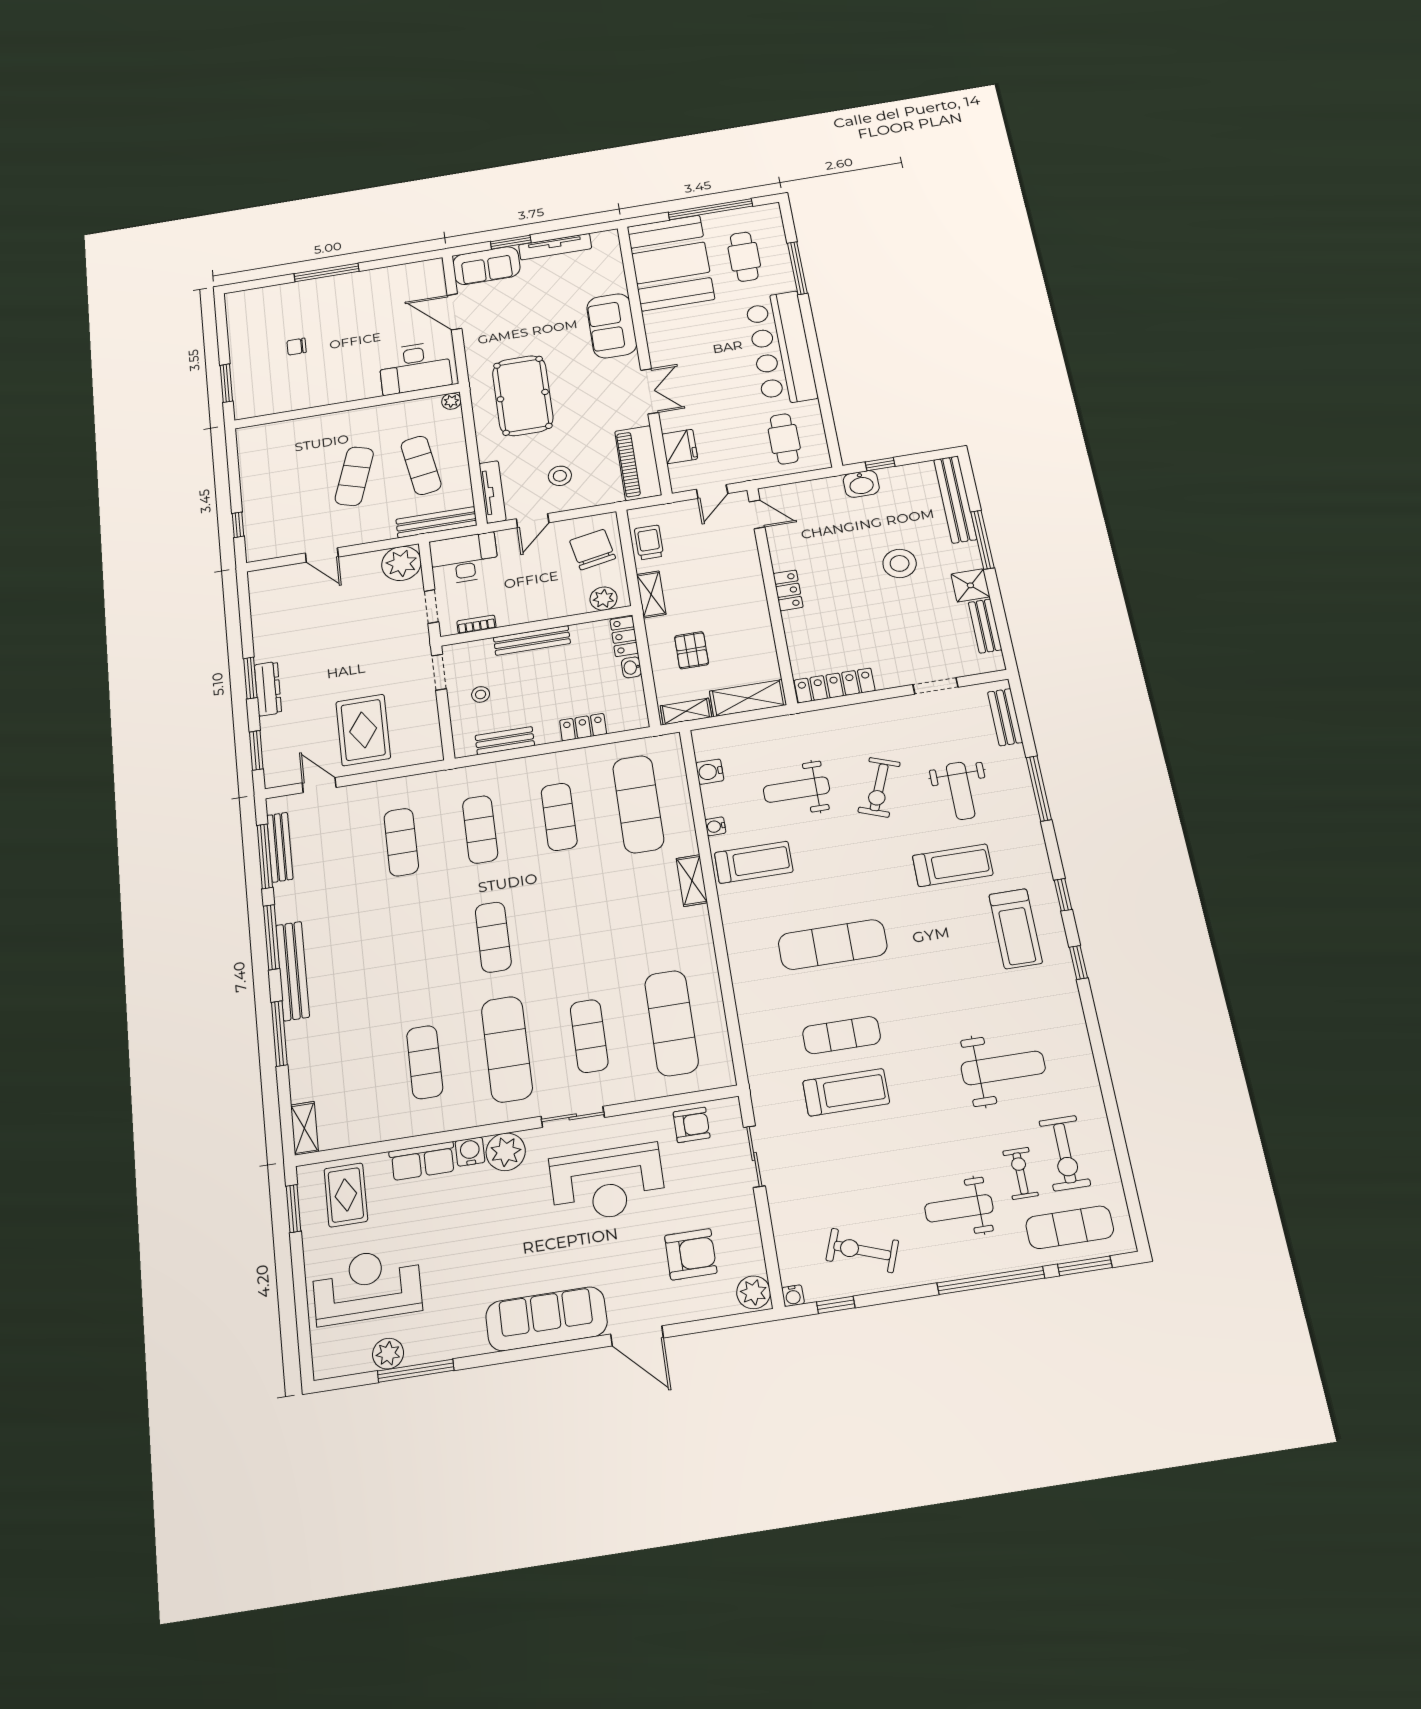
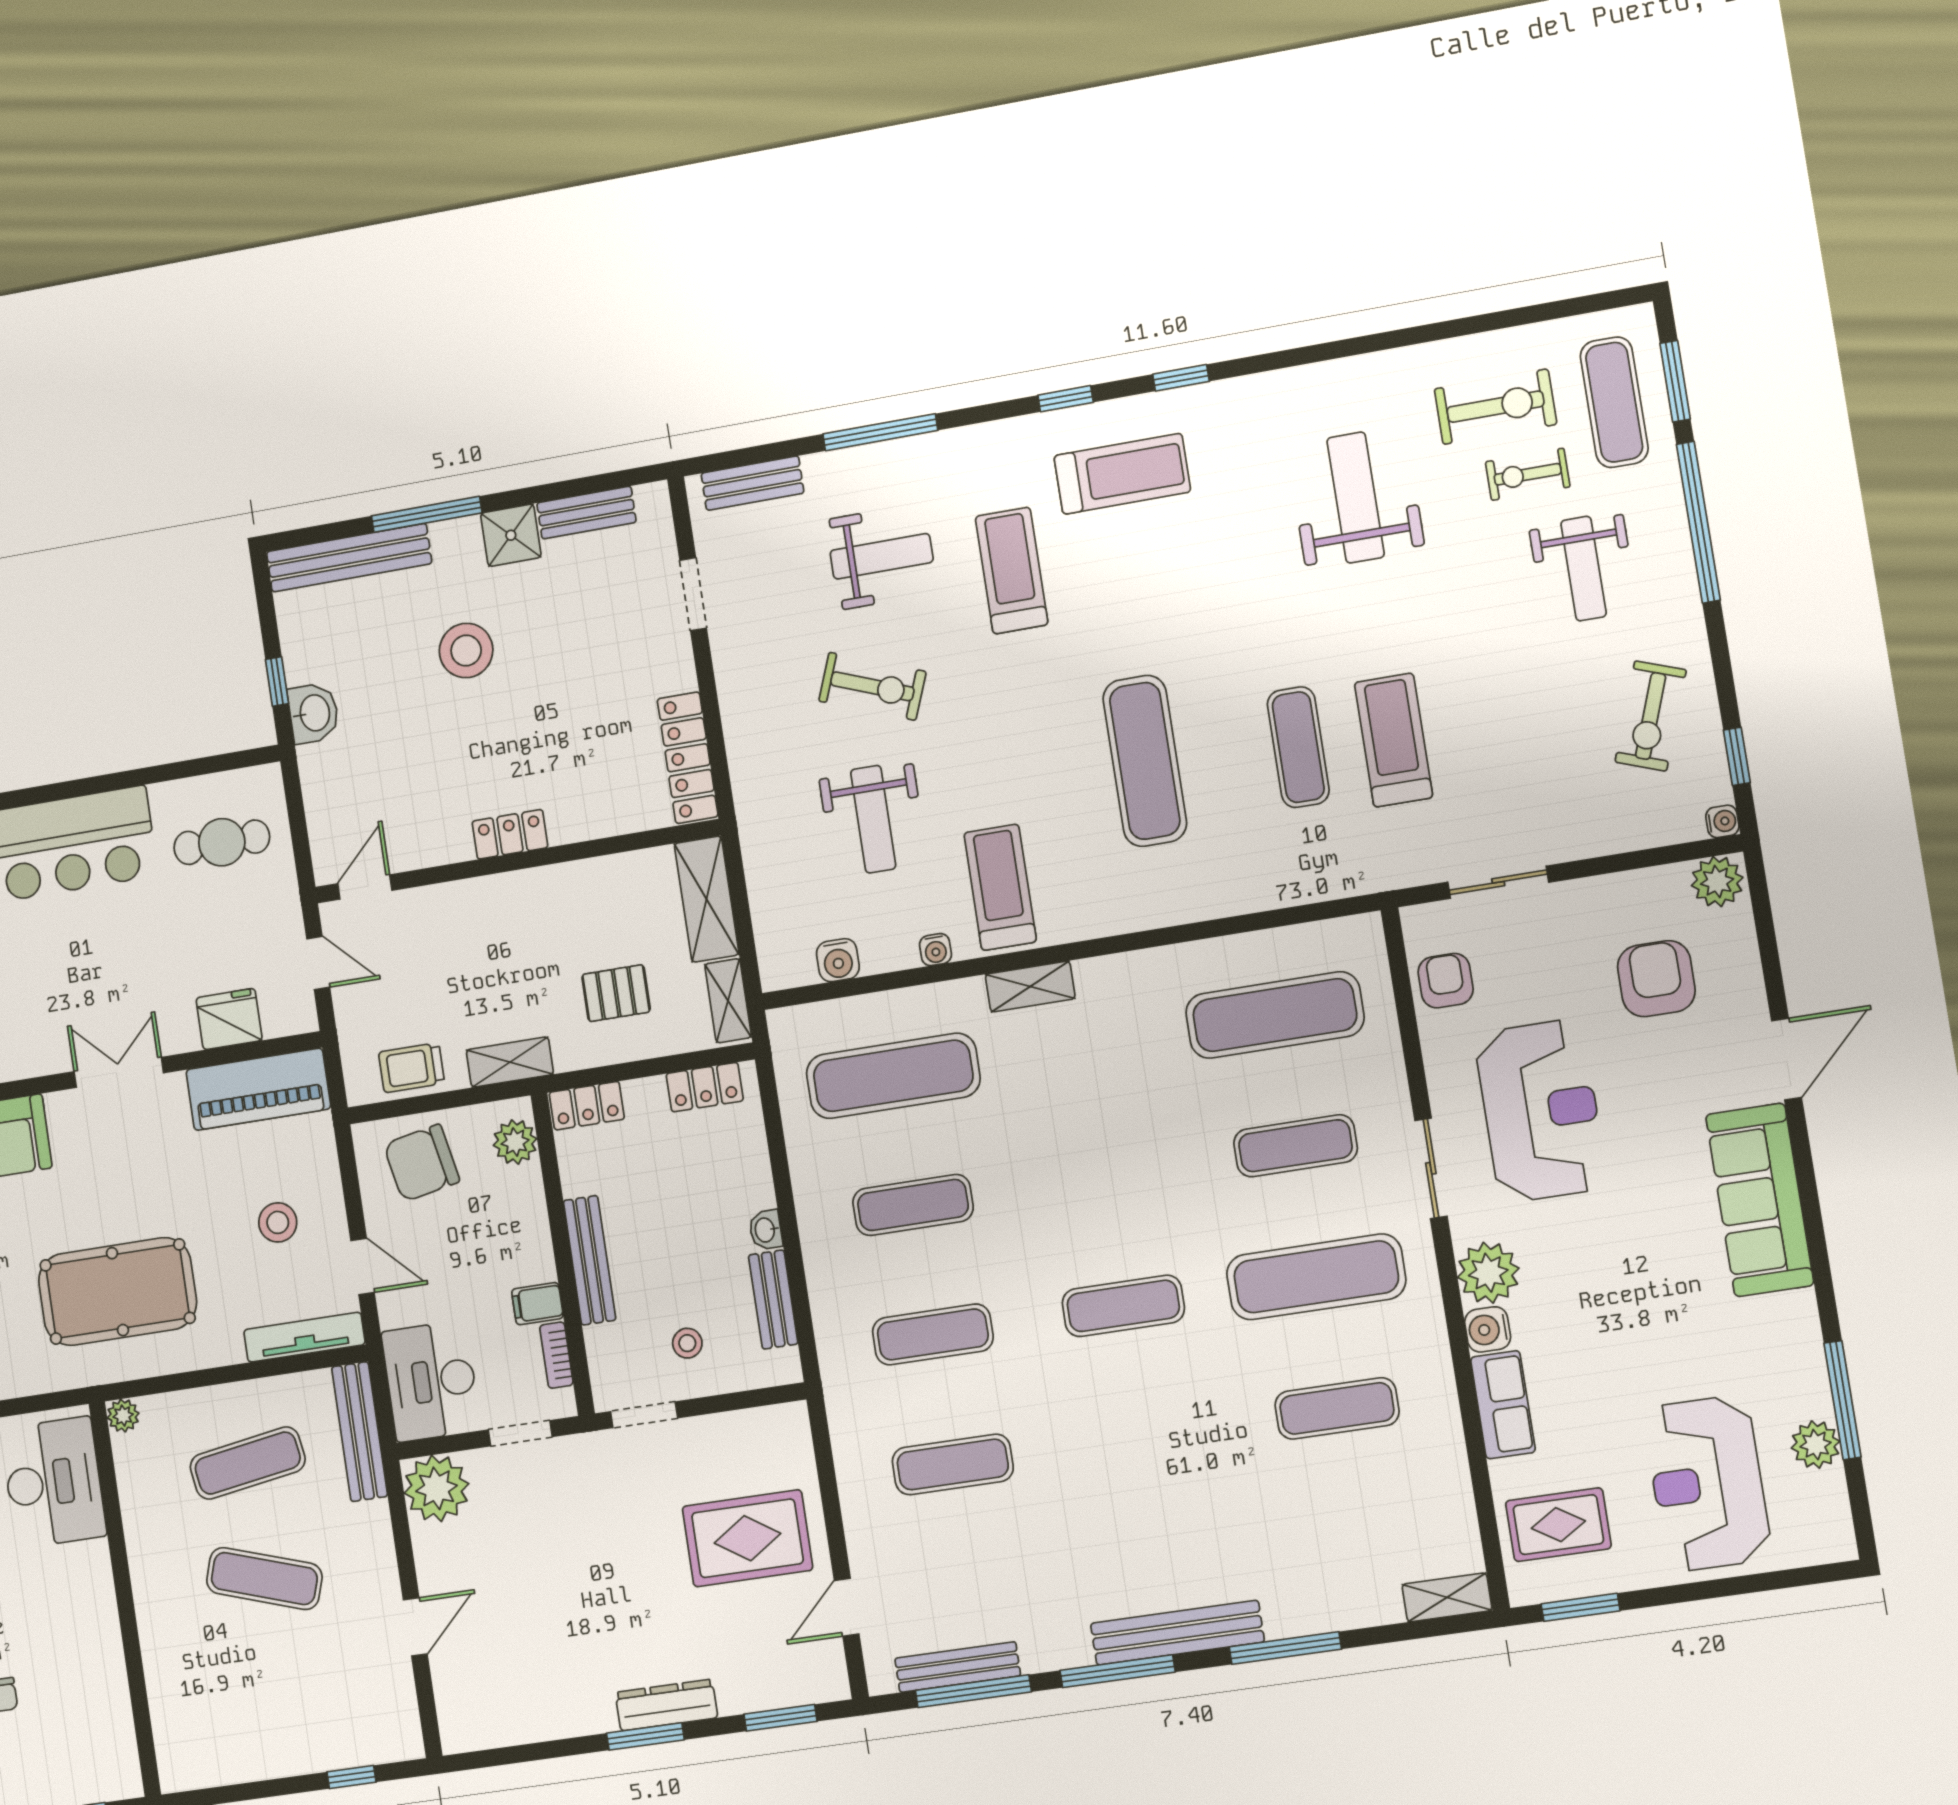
filing cabinet: (507, 613) -> (537, 1304), added
washbasin: (631, 667) -> (766, 1230), moved, turned 90
locker: (583, 727) -> (705, 1087), moved, turned -90

